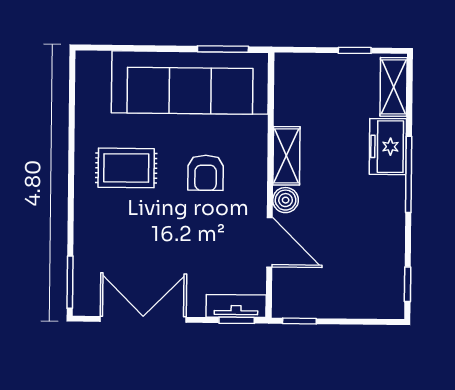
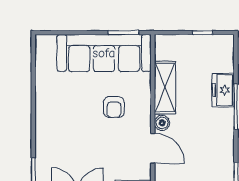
shelving: (394, 87) -> (226, 54), removed
shelving: (286, 156) -> (165, 88), width x1.50, depth x1.33
rug: (126, 168) -> (66, 105), removed

